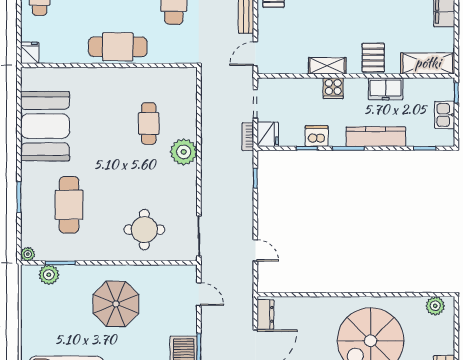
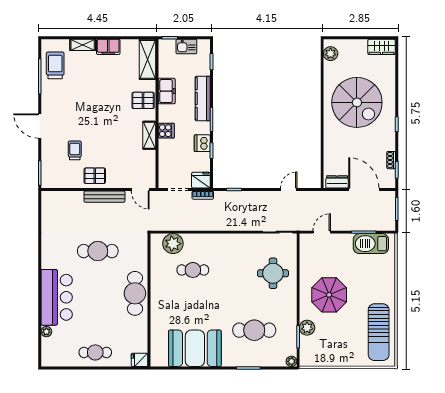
plant: (184, 152) -> (173, 244), moved
plant: (49, 275) -> (307, 328), moved

